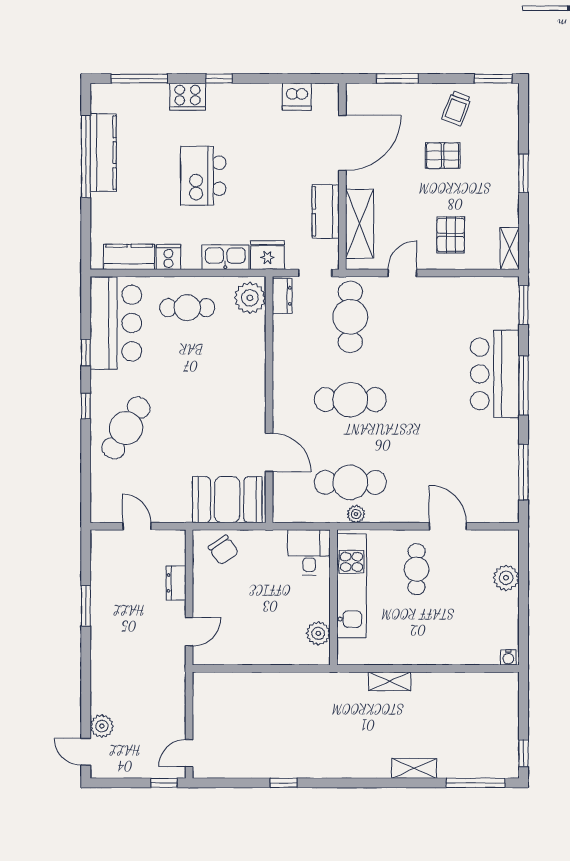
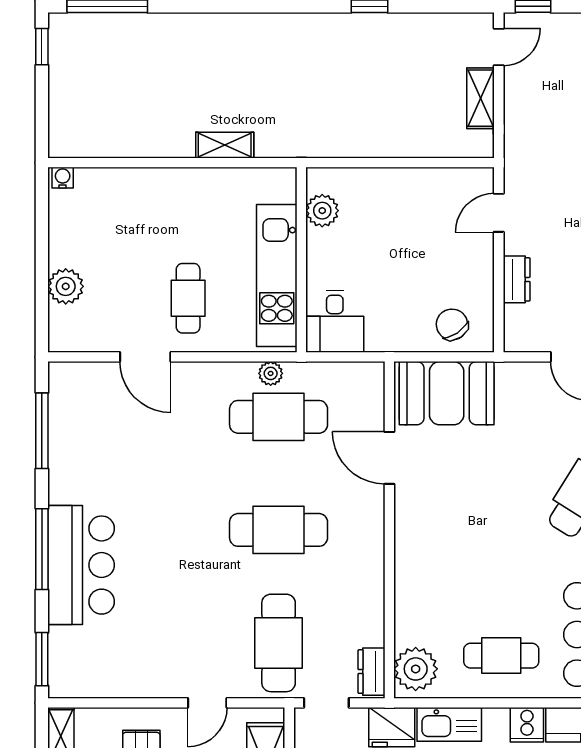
shelving: (414, 768) -> (480, 98), moved, turned 90

